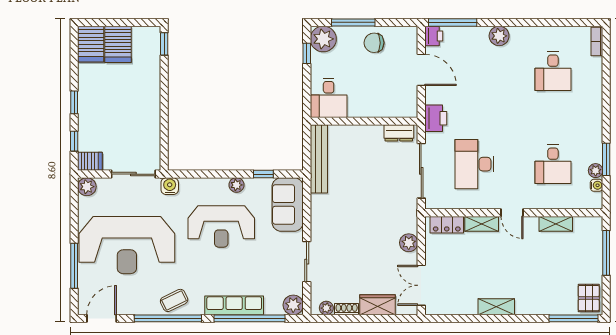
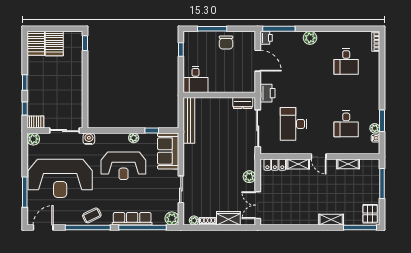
plant: (323, 39) -> (192, 40), removed
chair: (374, 43) -> (226, 42), turned -90
shelving: (496, 307) -> (331, 220), moved

